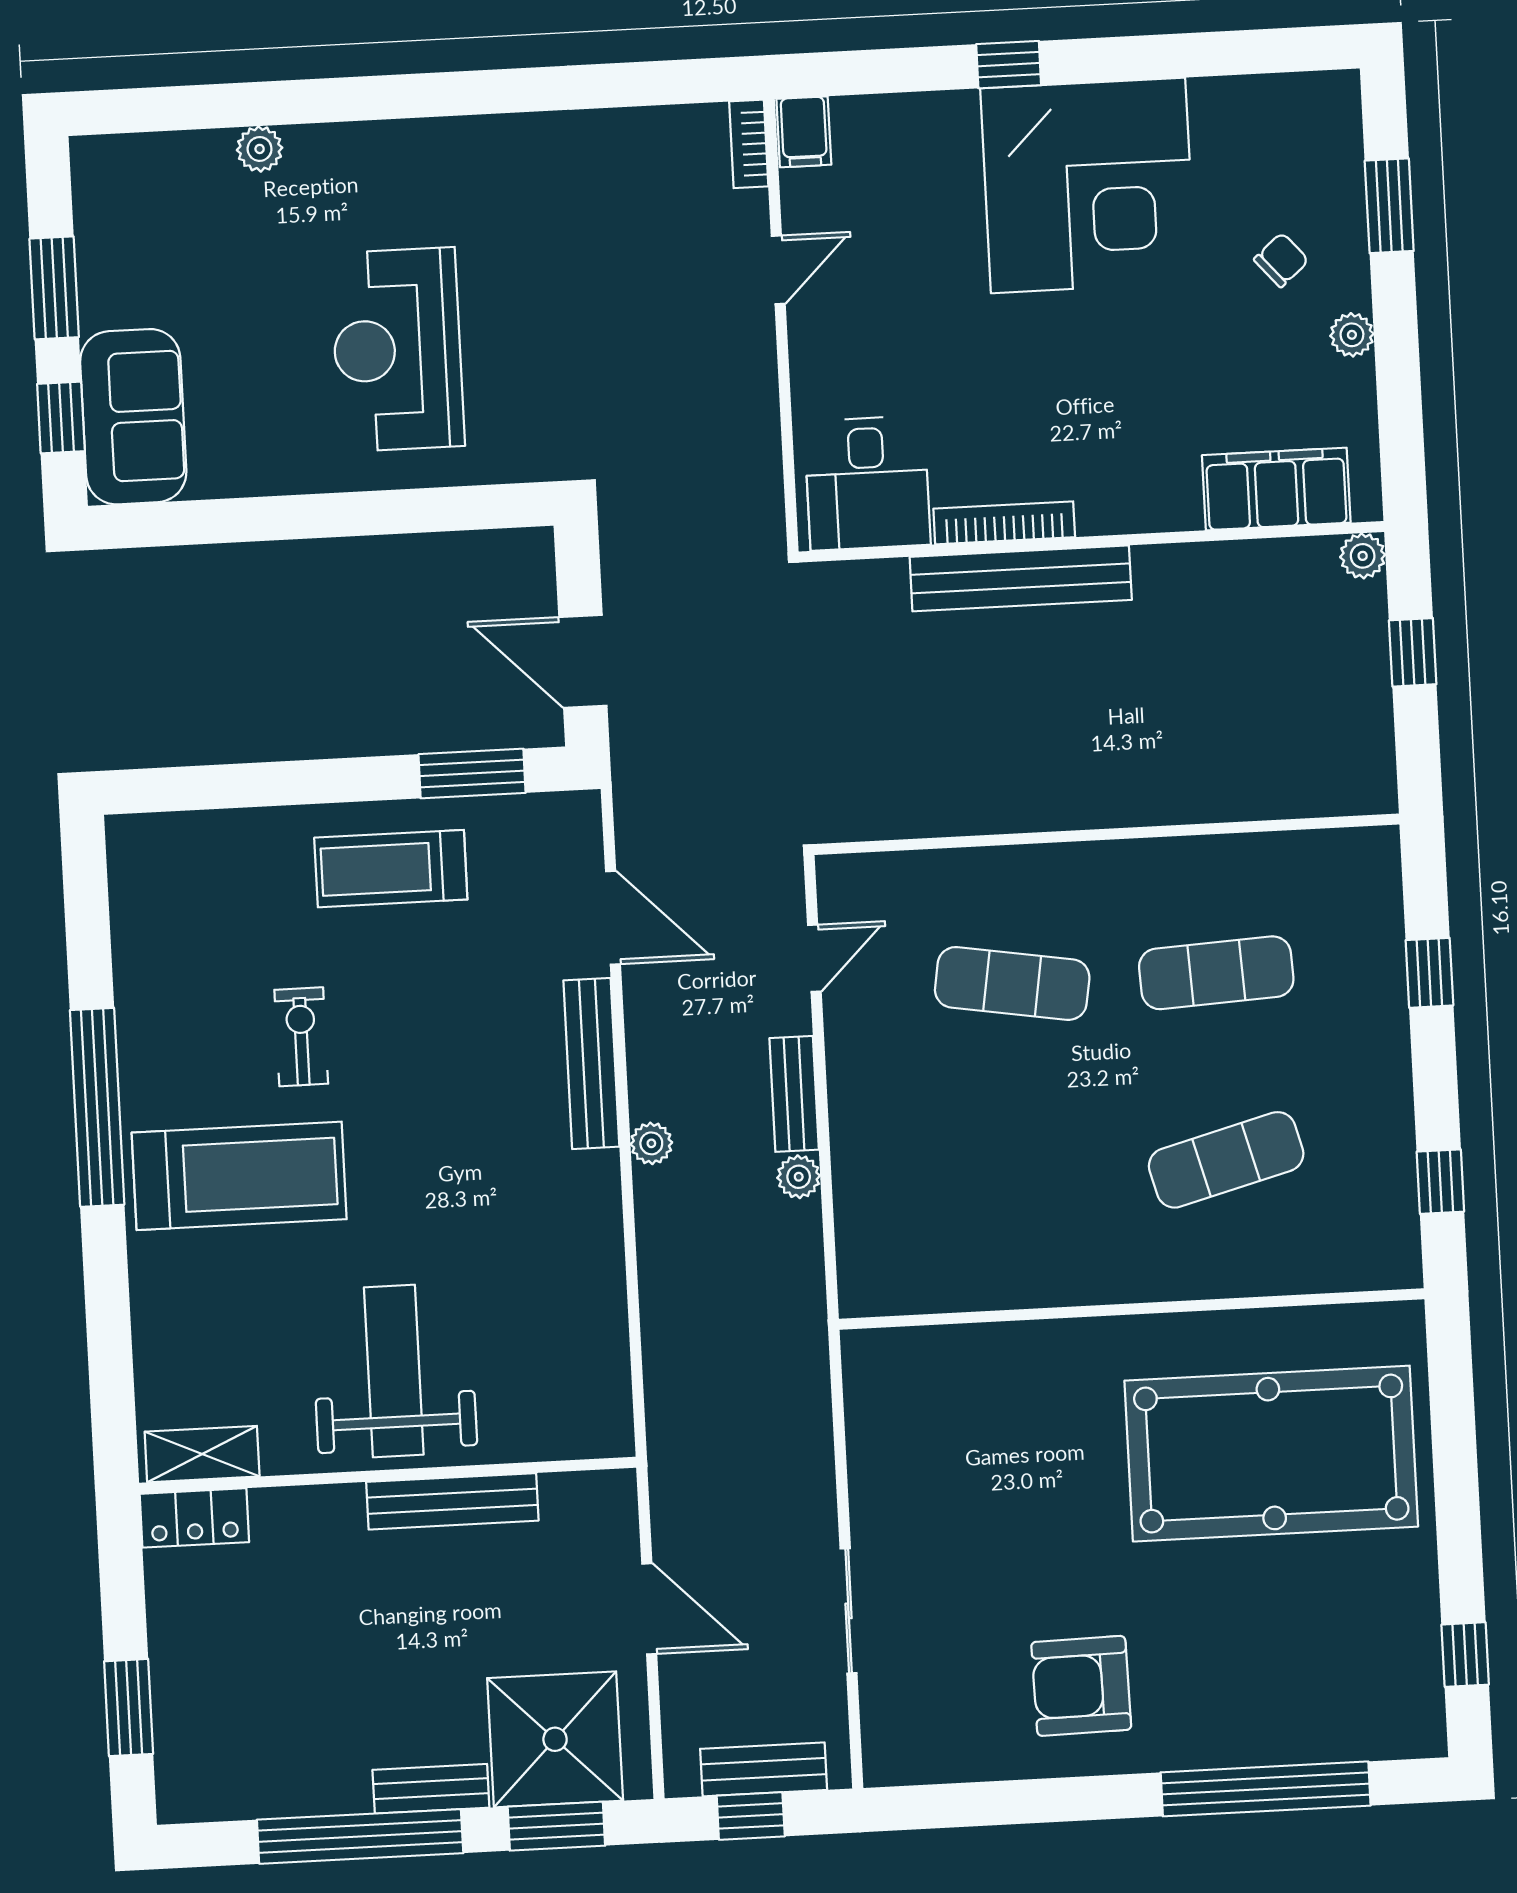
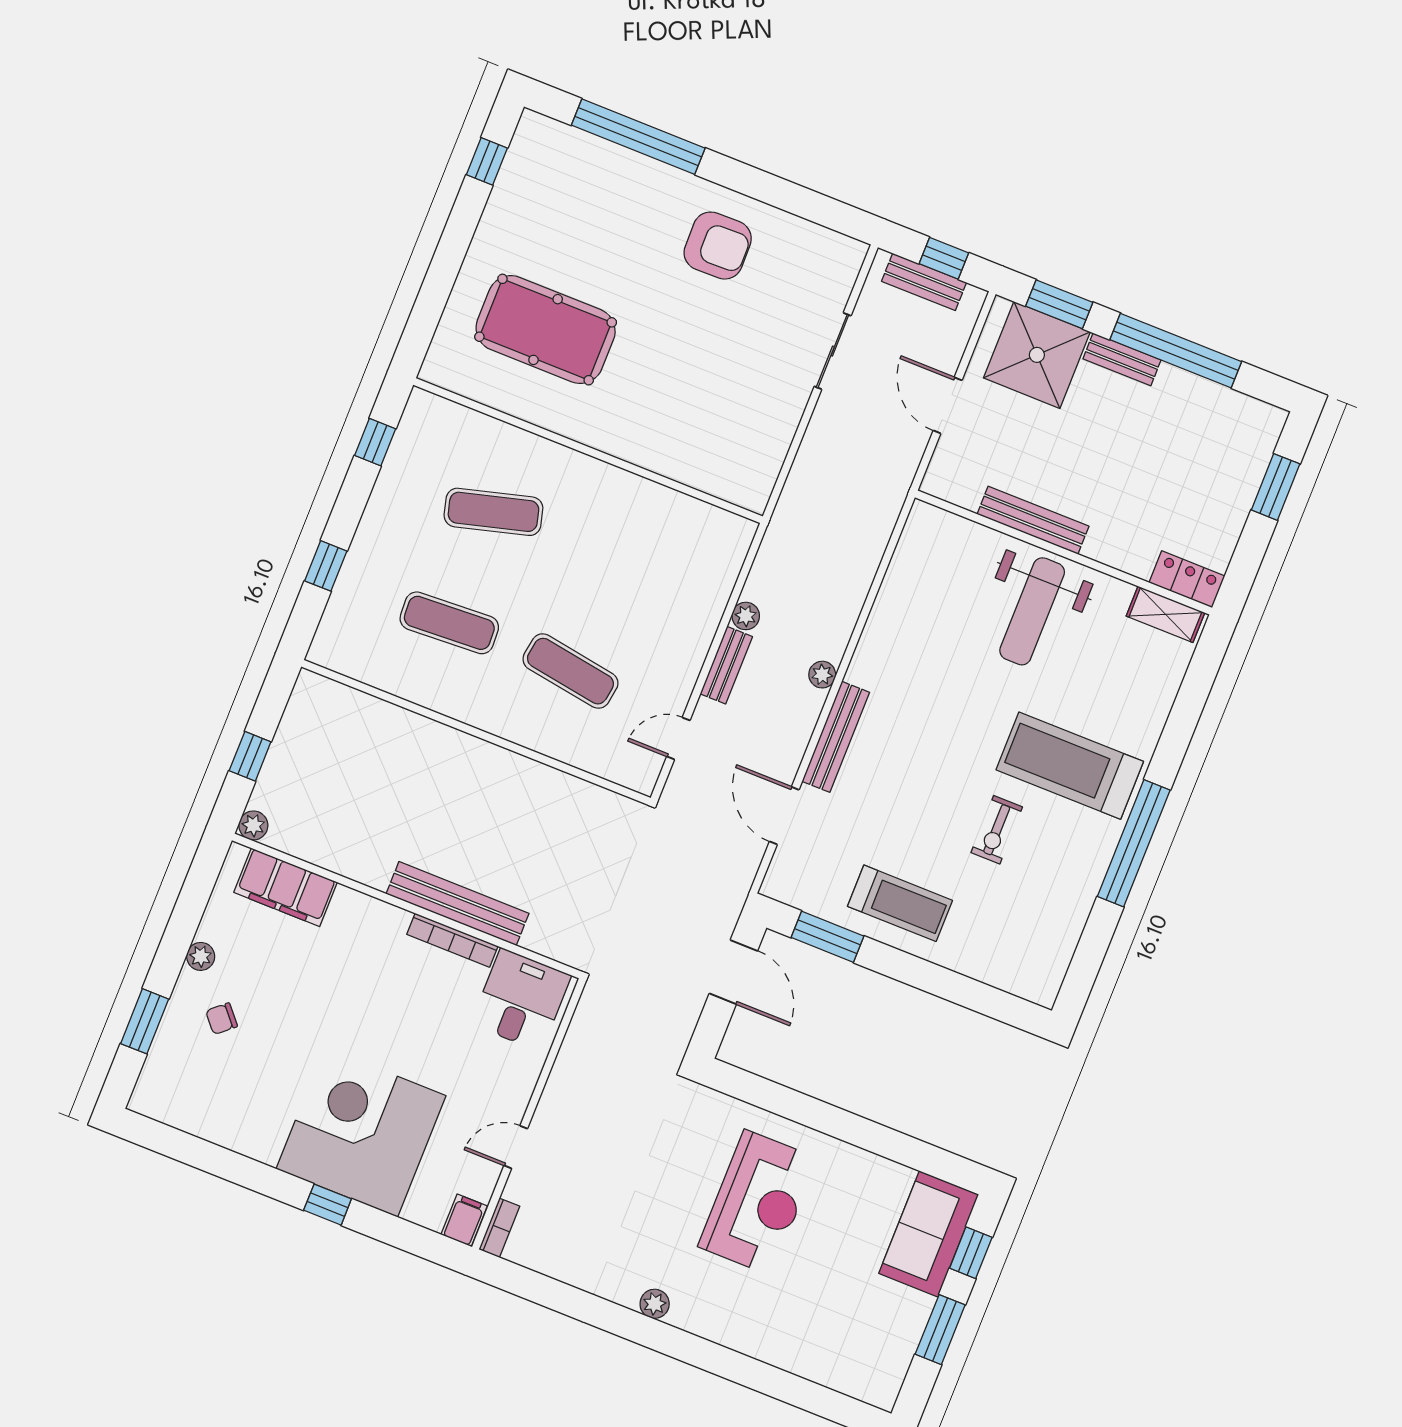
plant: (260, 149) -> (655, 1304), moved
corner desk: (1088, 185) -> (361, 1132), moved
pool table: (1271, 1454) -> (546, 330), width x0.73, depth x0.76

